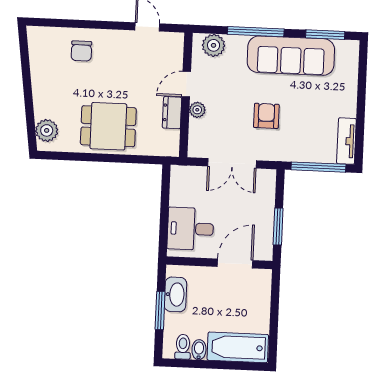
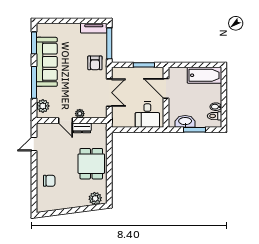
armchair: (266, 116) -> (95, 63), moved, turned -90
bathtub: (238, 347) -> (204, 75), moved, turned -90

